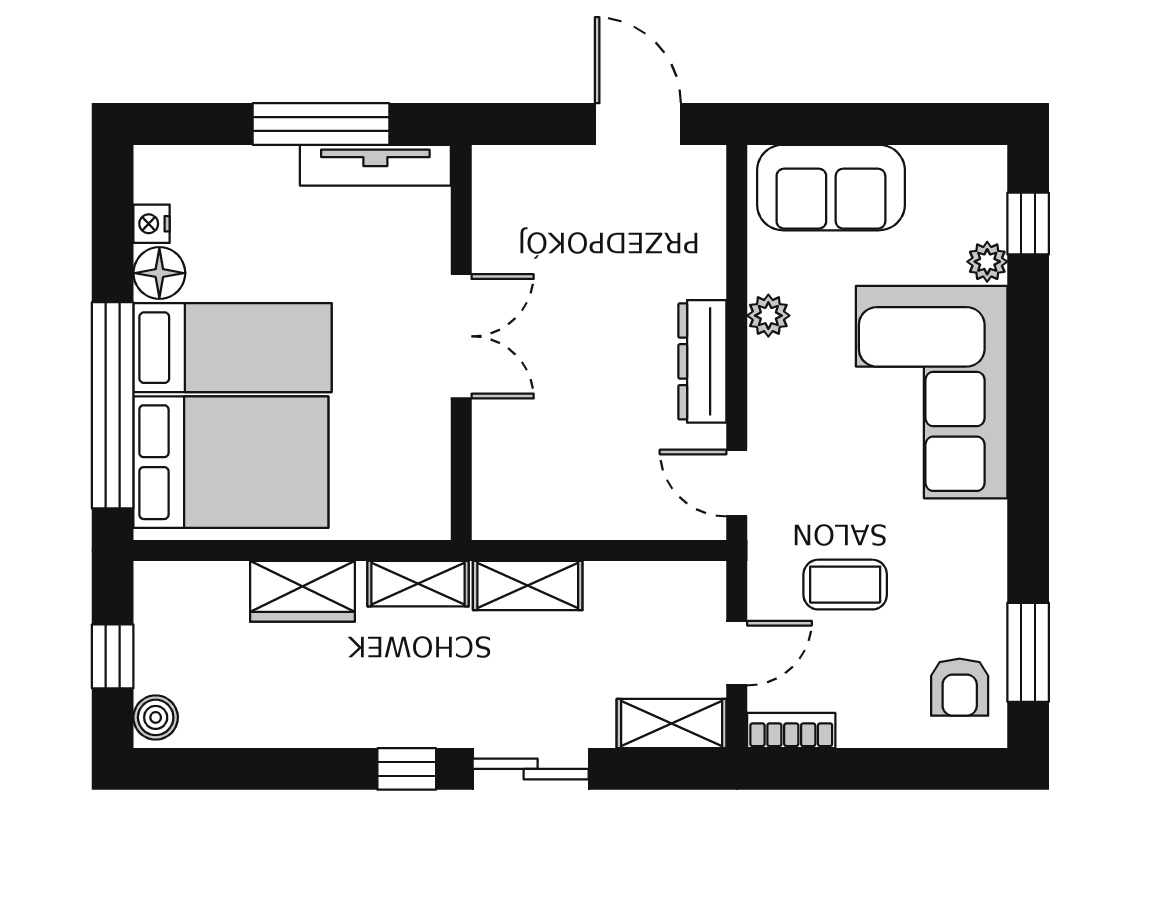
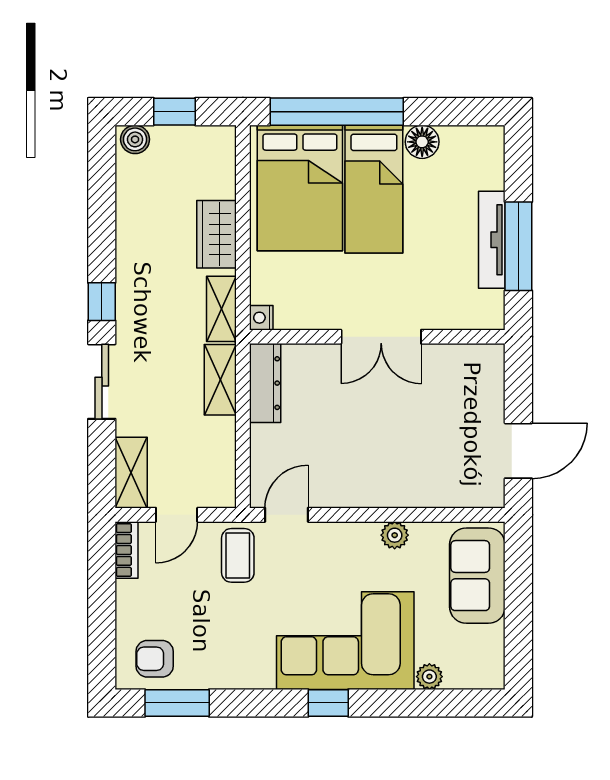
tv unit: (375, 165) -> (492, 240), moved
nightstand: (152, 224) -> (261, 318), moved, turned -90
window: (1028, 224) -> (328, 703), moved
dresser: (702, 361) -> (265, 383), moved, turned 90
coffee table: (845, 585) -> (238, 555), moved
door: (737, 653) -> (177, 515), hinge flipped

